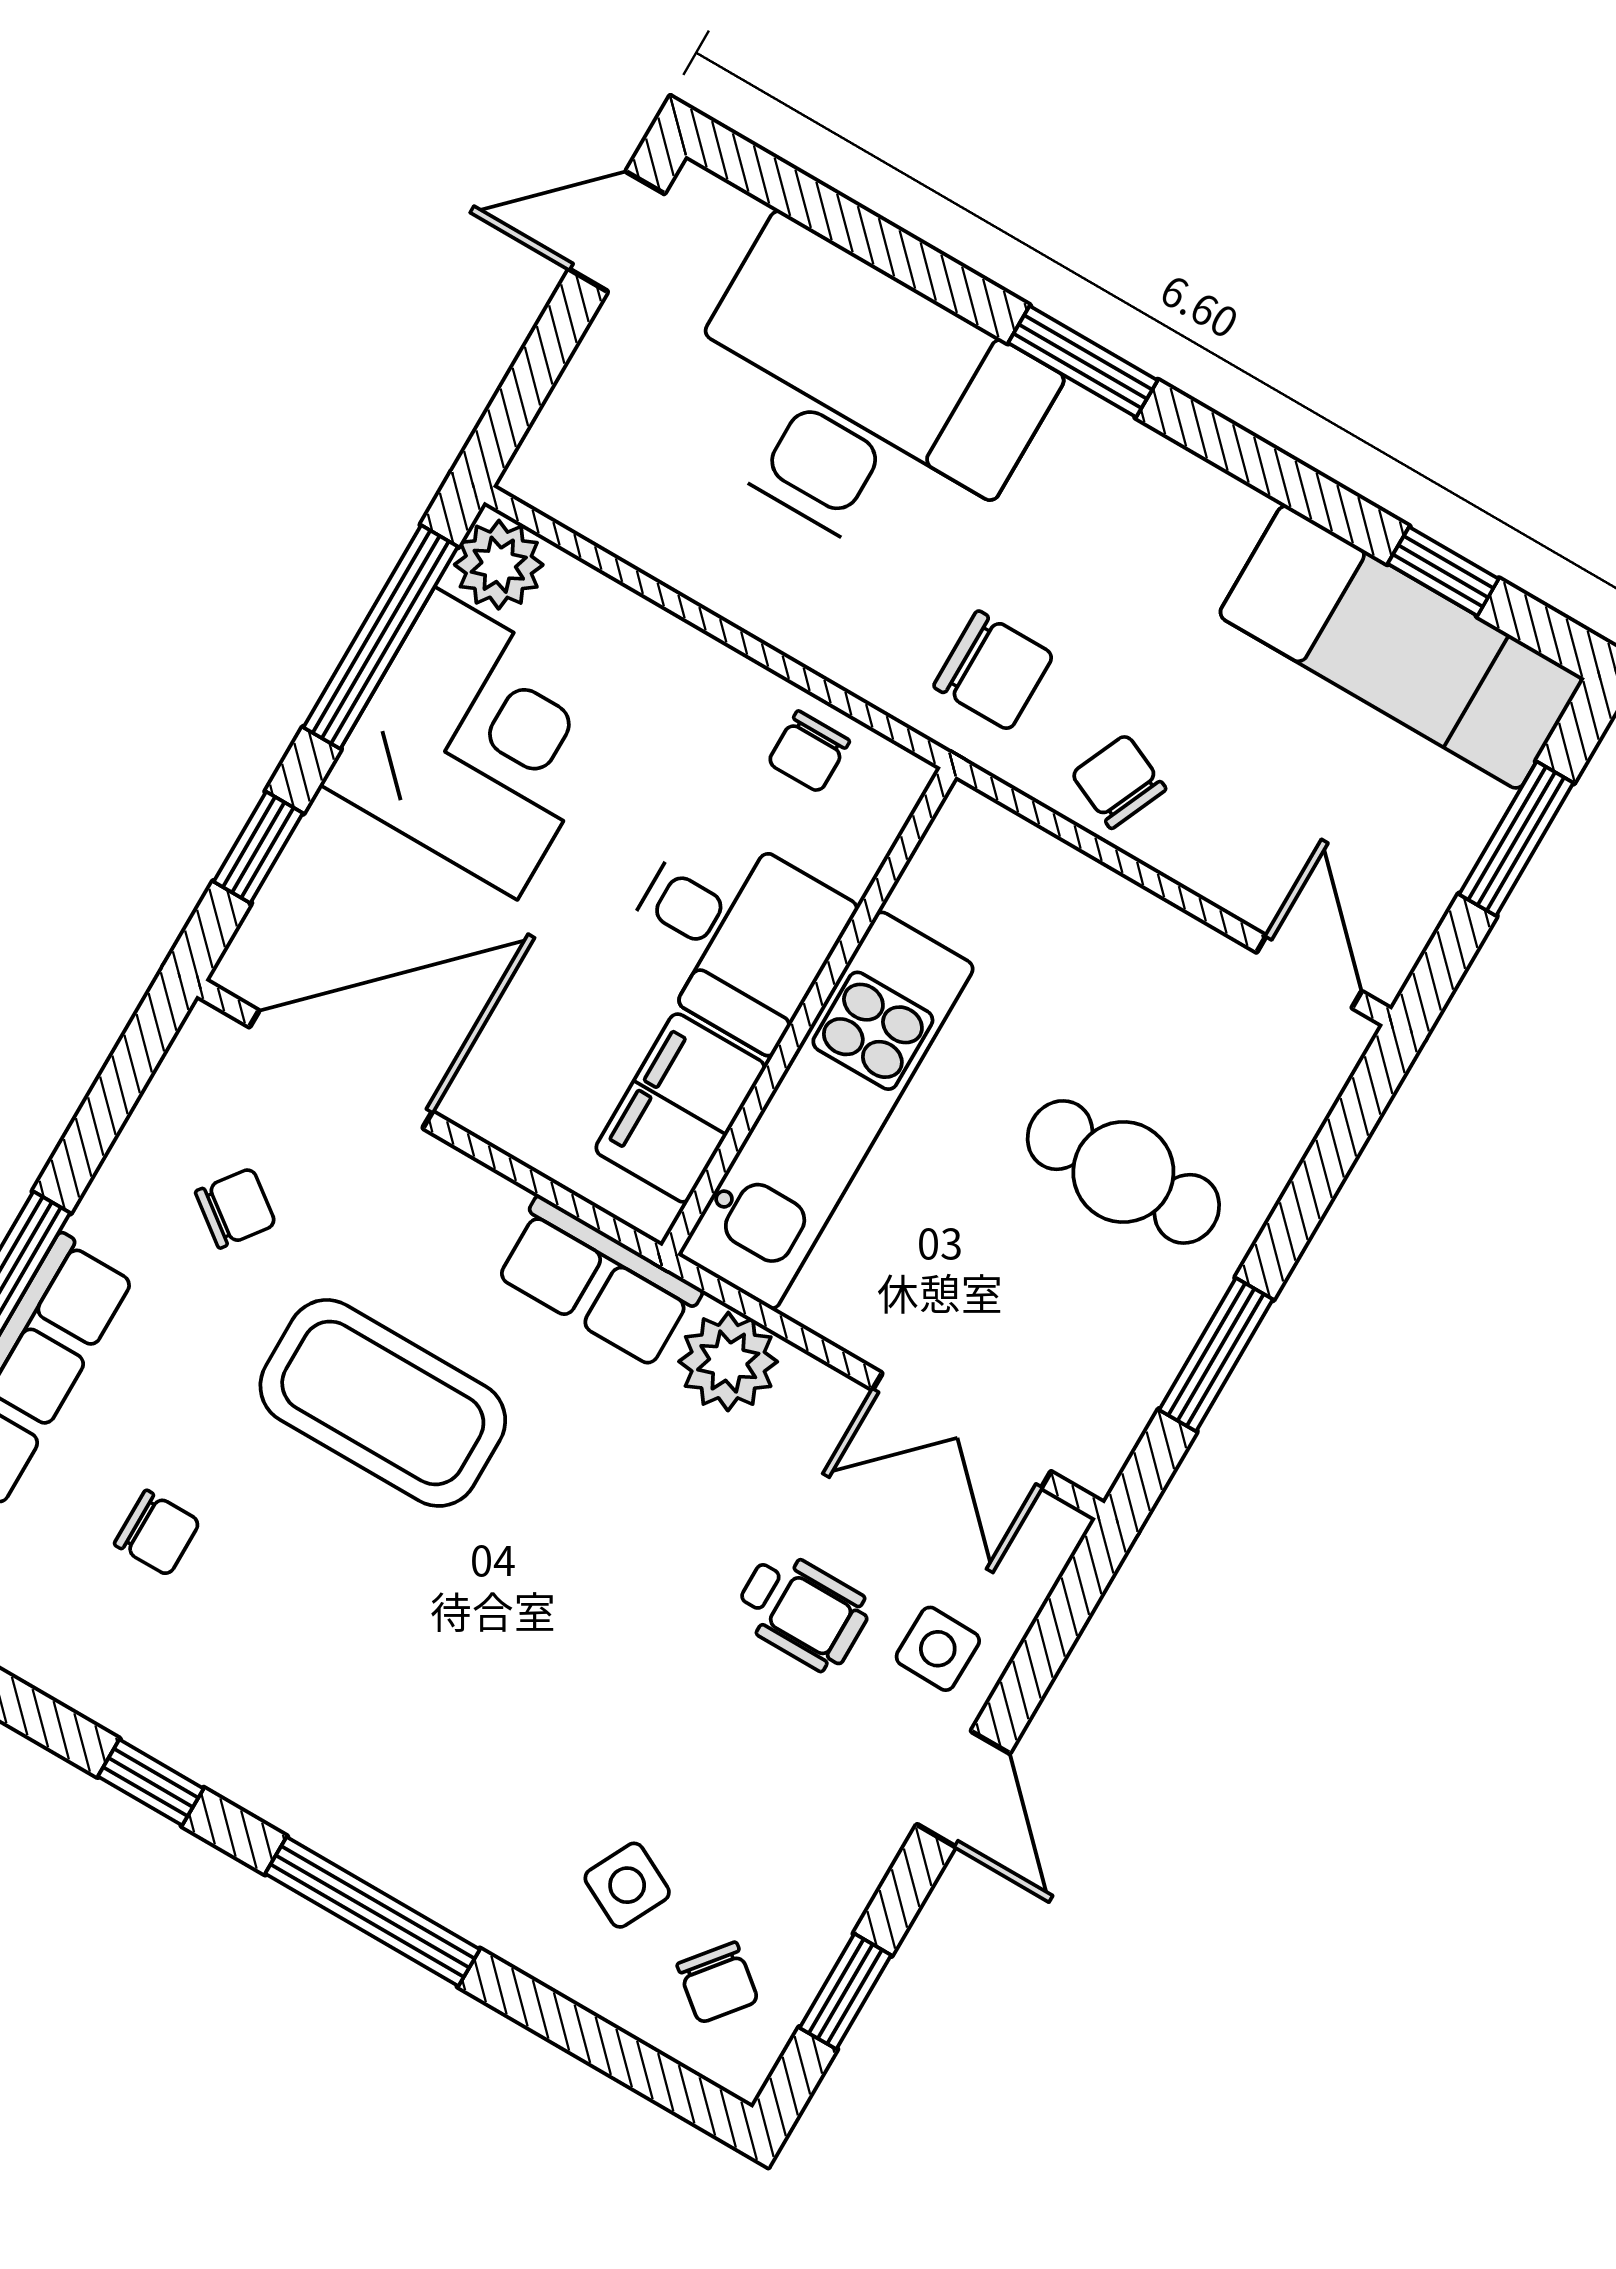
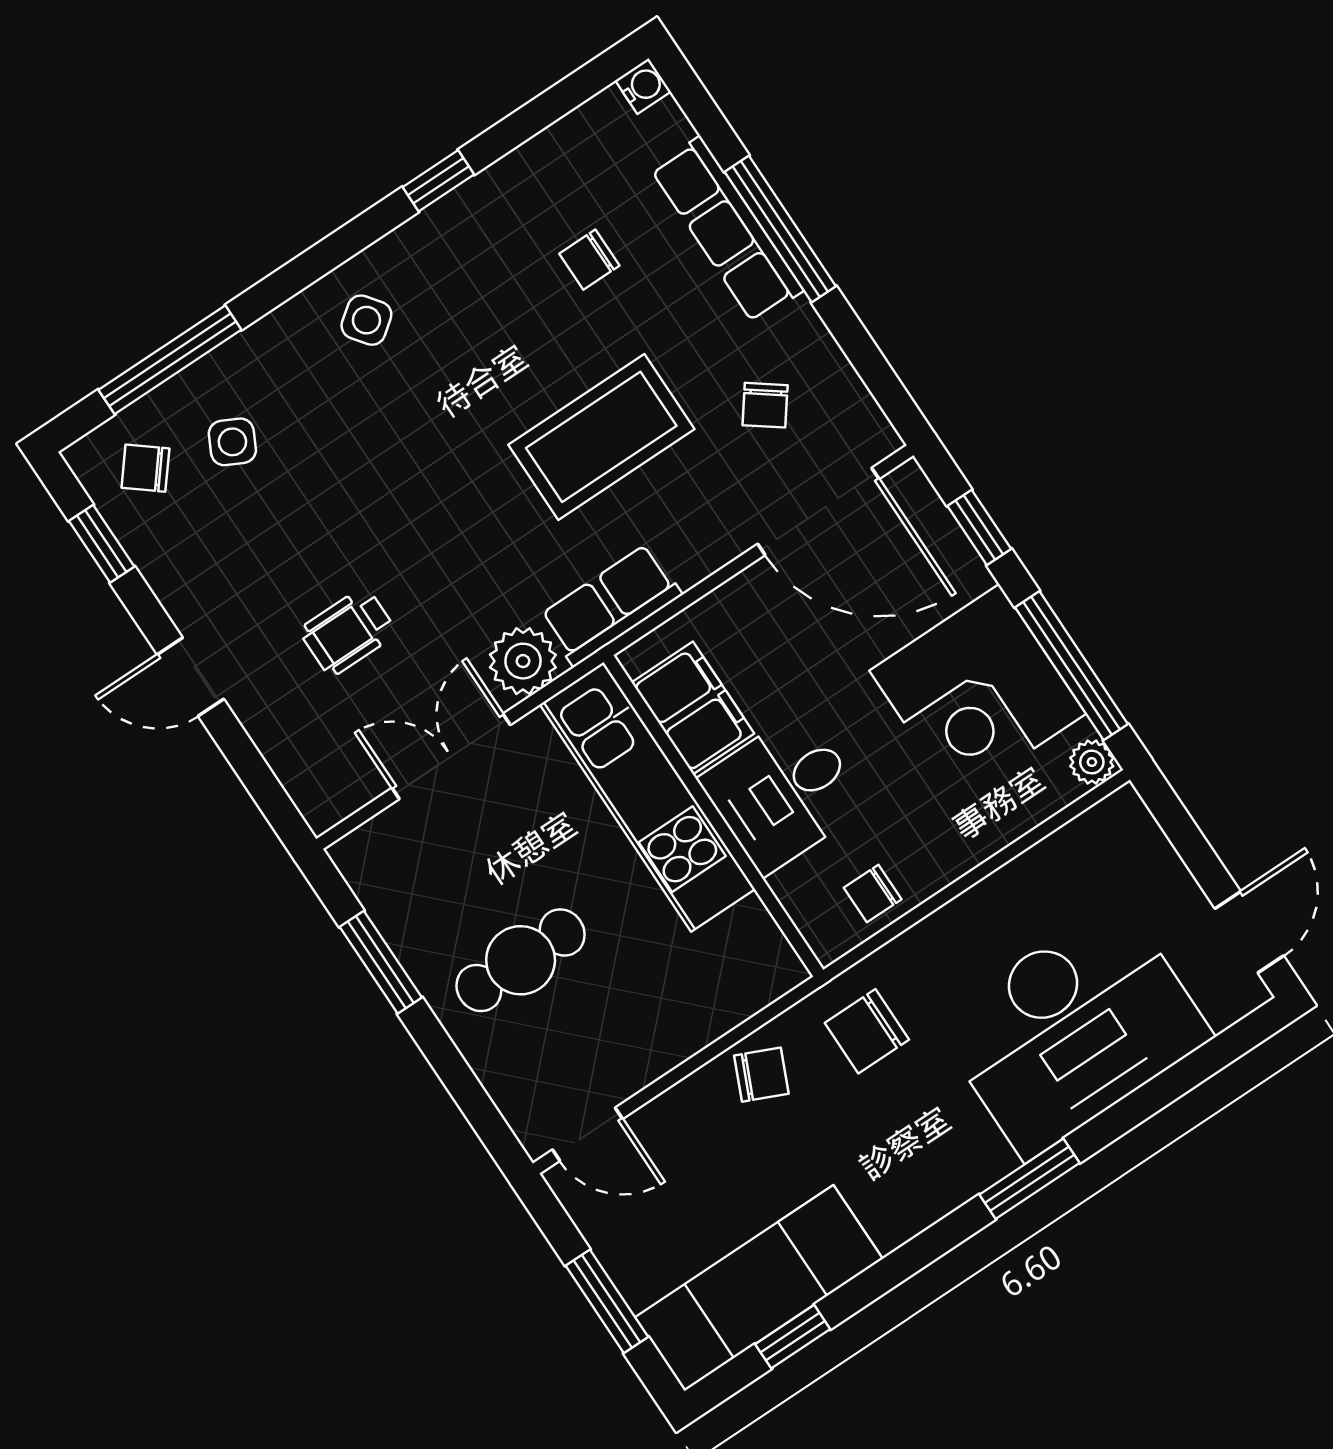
plant: (499, 565) -> (1092, 762), width x0.73, depth x0.73
chair: (809, 752) -> (873, 894), turned -90
door: (341, 1069) -> (818, 511), hinge flipped
double door: (962, 1431) -> (451, 756), moved
side table: (938, 1649) -> (366, 320), moved, turned -38
window: (372, 1911) -> (170, 360), moved

